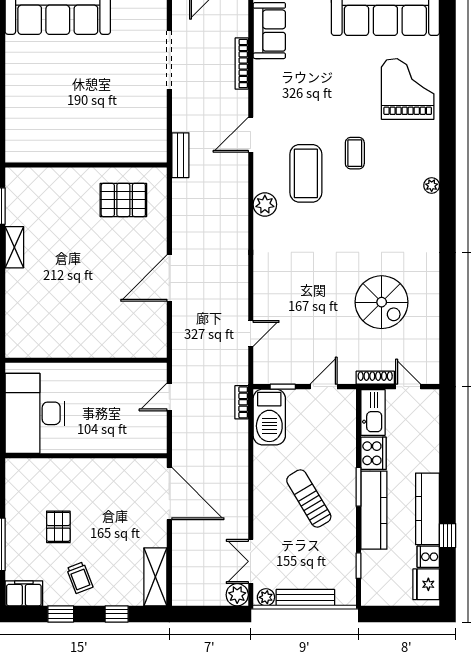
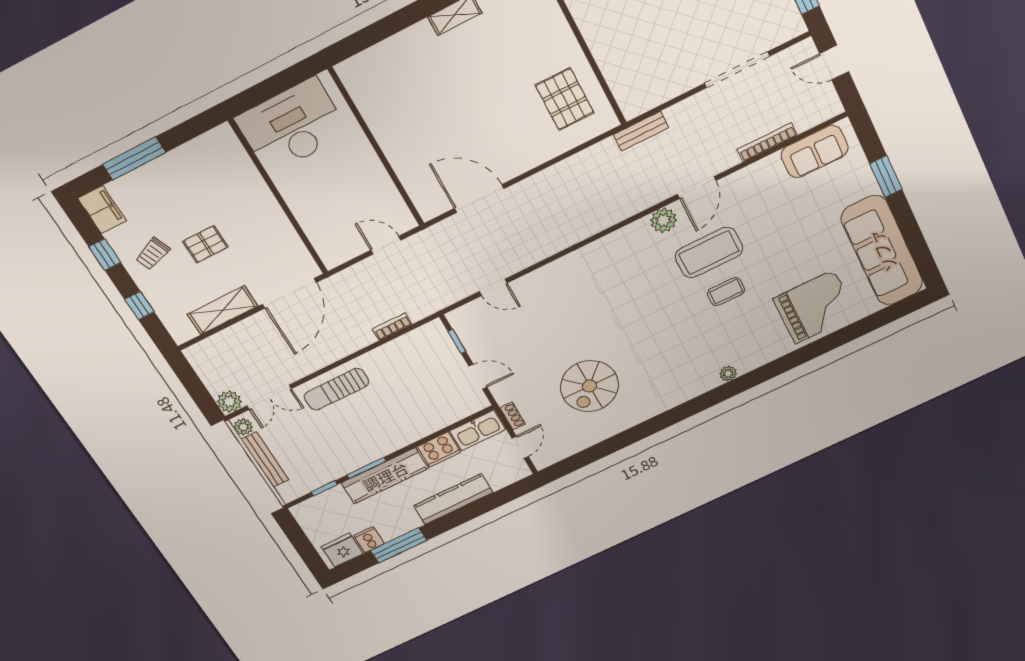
door: (251, 135) -> (697, 188), swing flipped
coffee table: (306, 173) -> (709, 253), moved
plant: (265, 204) -> (663, 220), moved
door: (169, 278) -> (479, 199), moved
shoe rack: (375, 378) -> (513, 416), width x0.70
bookcase: (242, 402) -> (392, 327), moved
barbecue: (269, 417) -> (420, 344), removed
window: (358, 487) -> (366, 468), moved
sun lounger: (309, 498) -> (336, 389), moved, turned -149
kitchen counter: (427, 509) -> (453, 499), moved
pallet: (58, 527) -> (205, 244), moved
window: (448, 536) -> (399, 545), width x2.17
double door: (251, 561) -> (269, 397), swing flipped
shelving: (155, 577) -> (223, 310), moved

